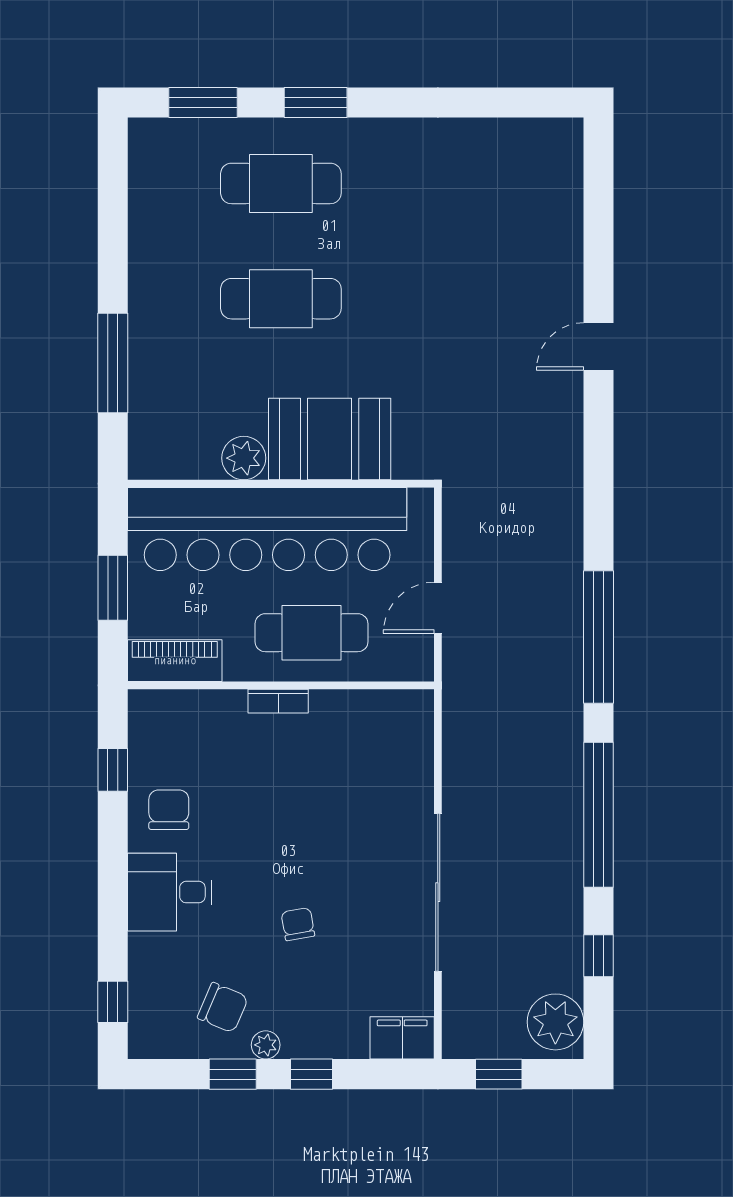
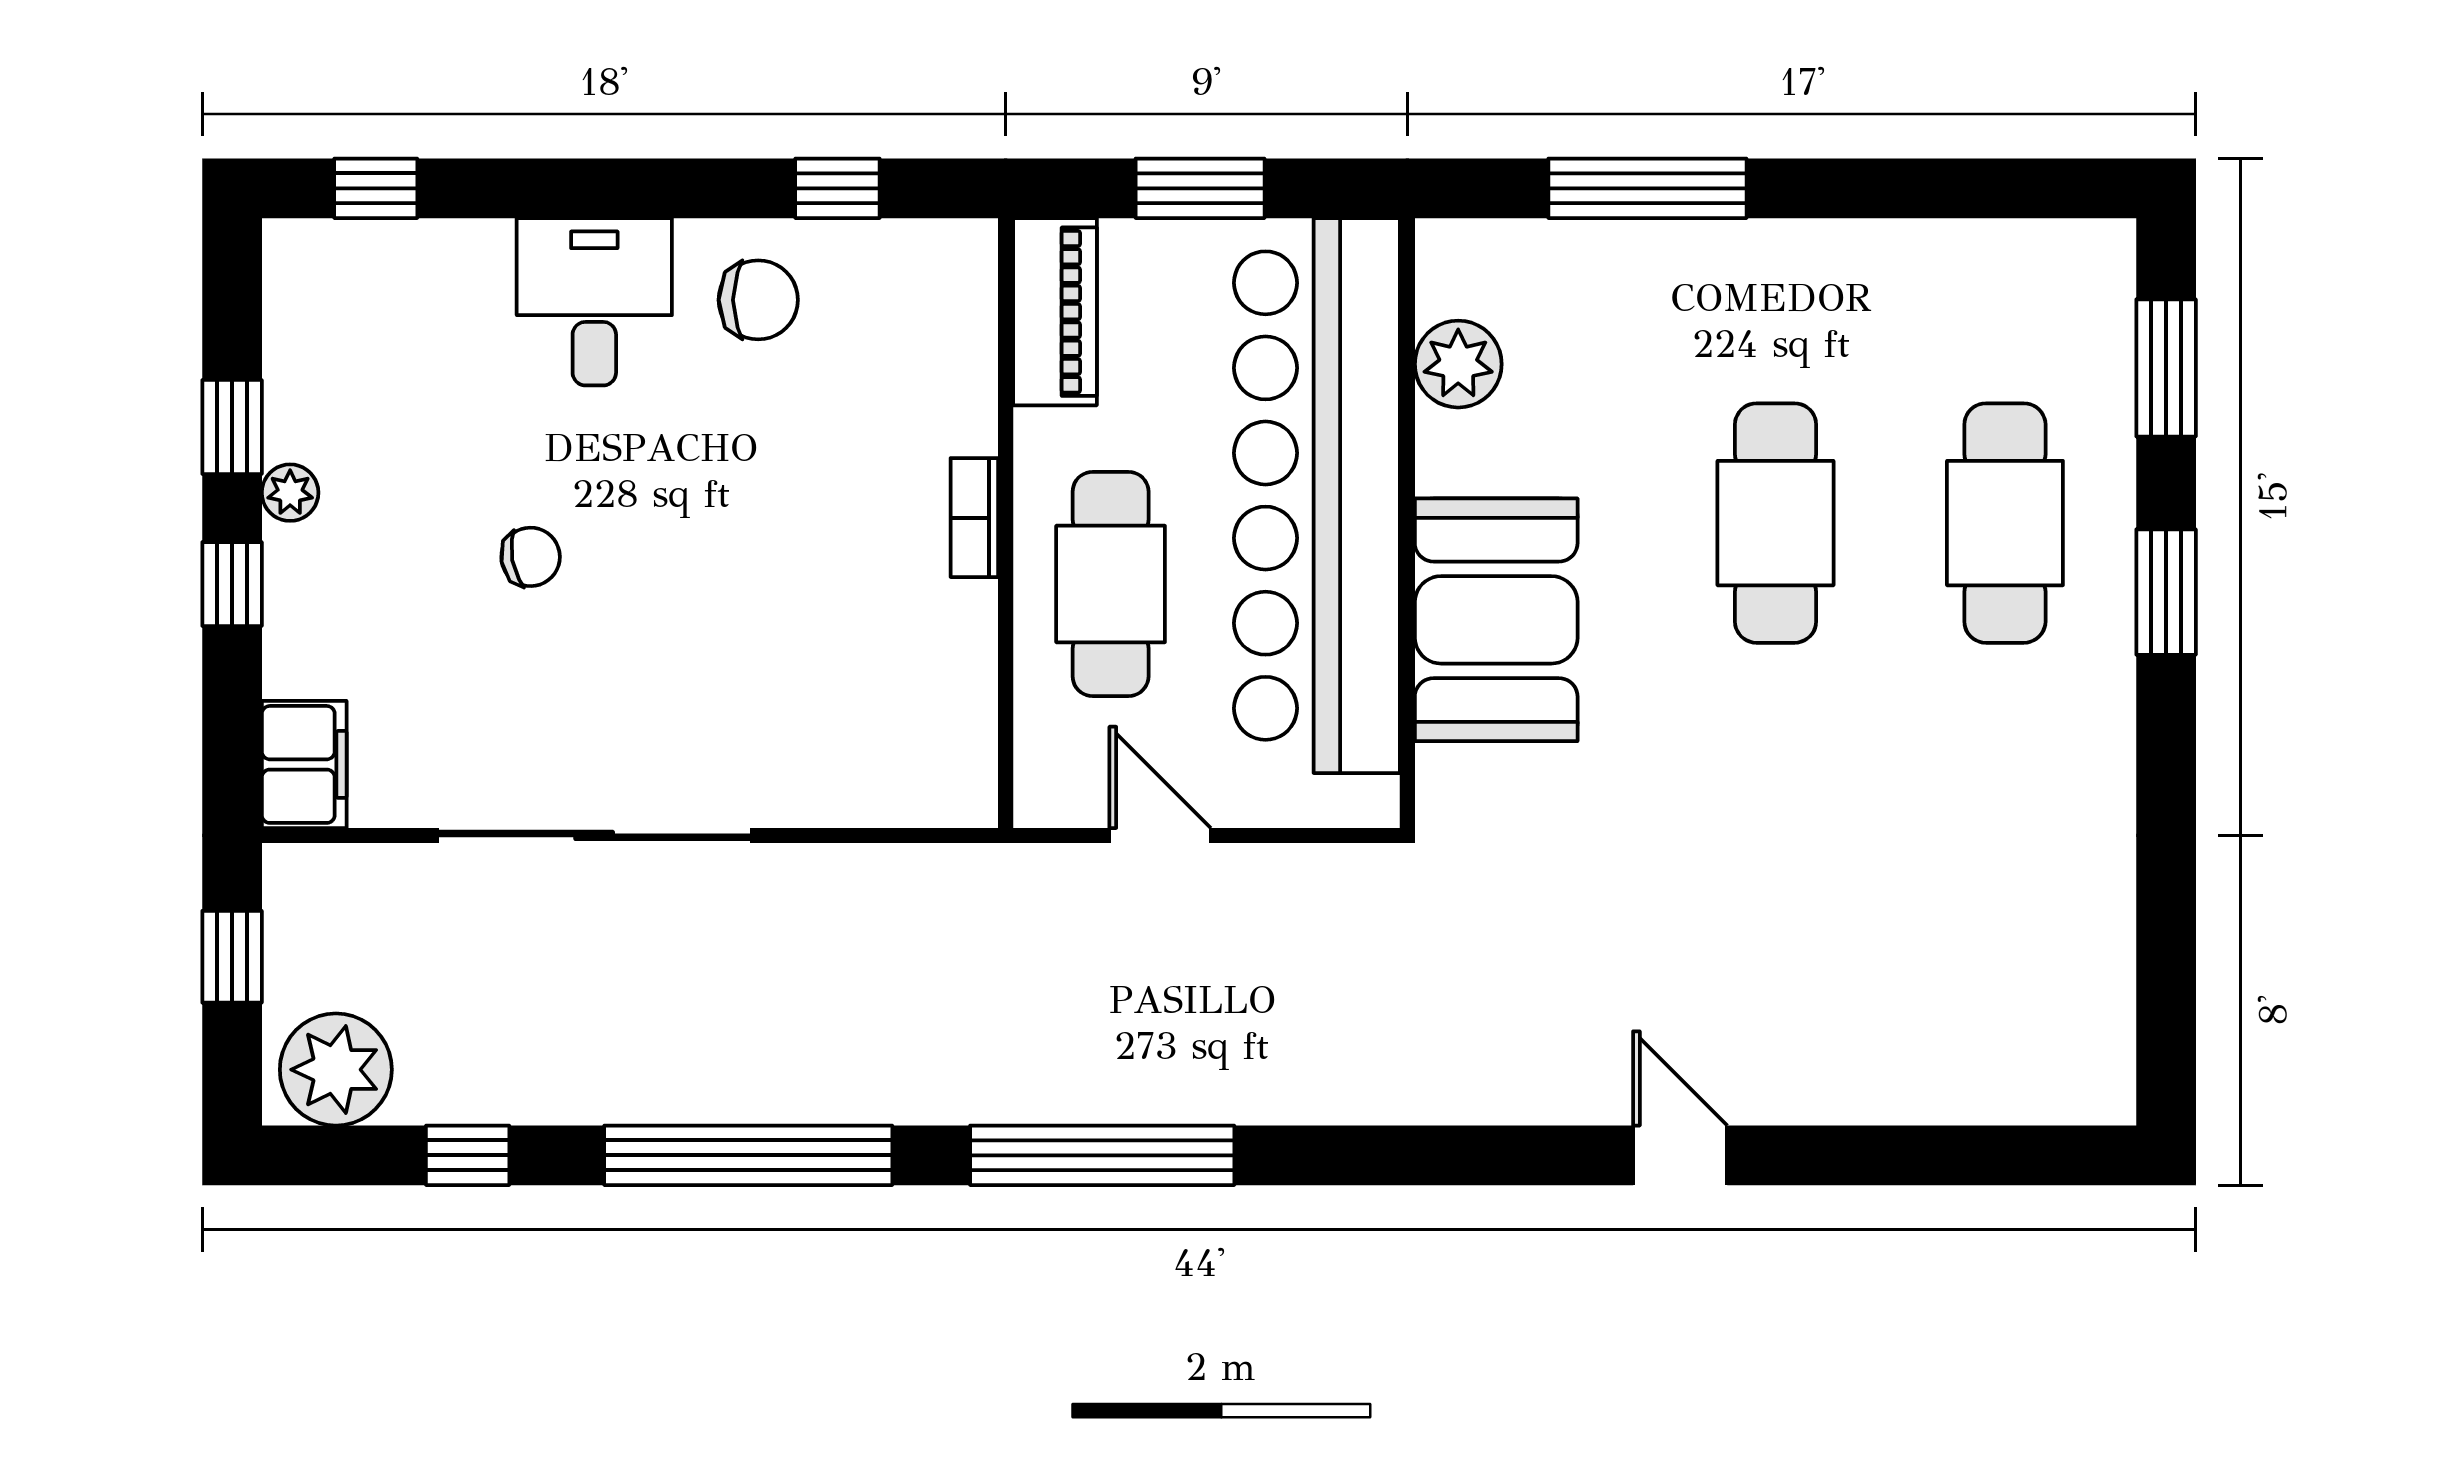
plant: (244, 458) -> (1458, 364), moved
chair: (223, 1008) -> (364, 407), removed

